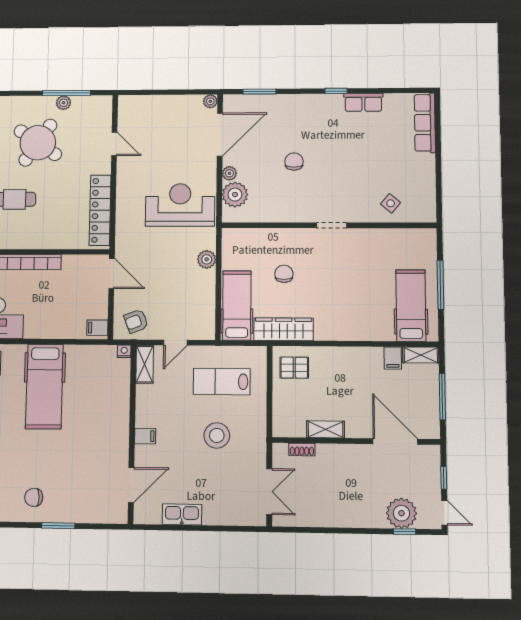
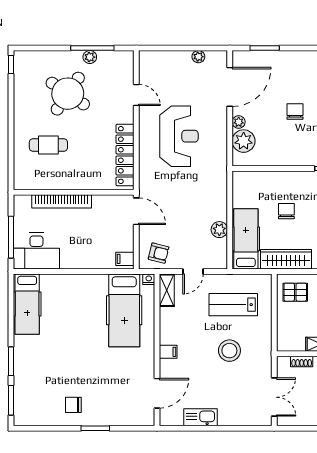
plant: (210, 101) -> (198, 57), moved
reception desk: (180, 205) -> (179, 136), moved, turned 90
plant: (207, 259) -> (219, 230), moved
armchair: (136, 321) -> (159, 253), turned -145
hospital bed: (44, 387) -> (124, 310), moved

